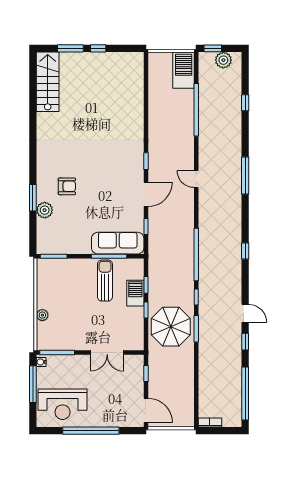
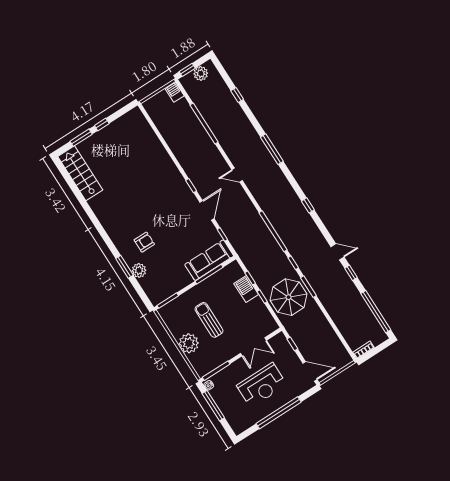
barbecue: (184, 70) -> (174, 92), width x0.53, depth x0.65
sun lounger: (105, 281) -> (209, 320), moved
plant: (42, 315) -> (189, 343), width x1.88, depth x1.88
reception desk: (63, 404) -> (262, 385), moved

